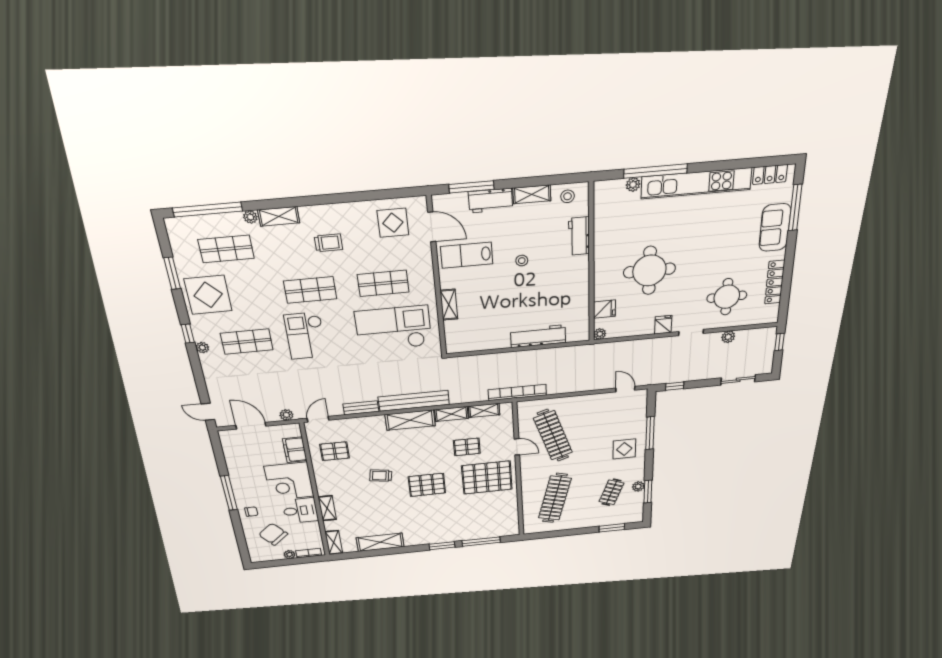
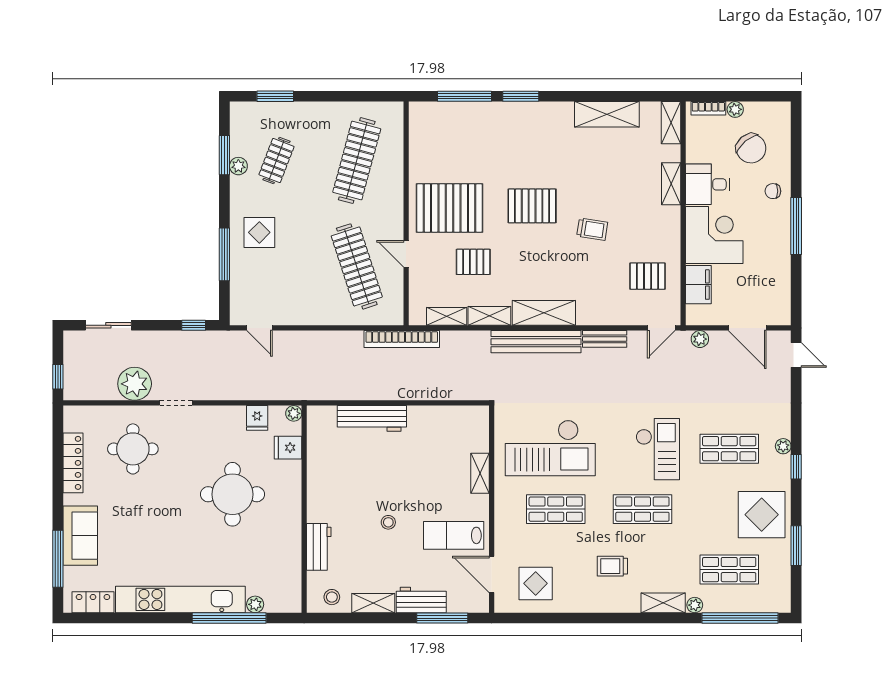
lab bench: (467, 255) -> (454, 535), turned 180
fridge: (663, 325) -> (257, 418), moved
plant: (728, 337) -> (135, 384), width x1.87, depth x1.87

